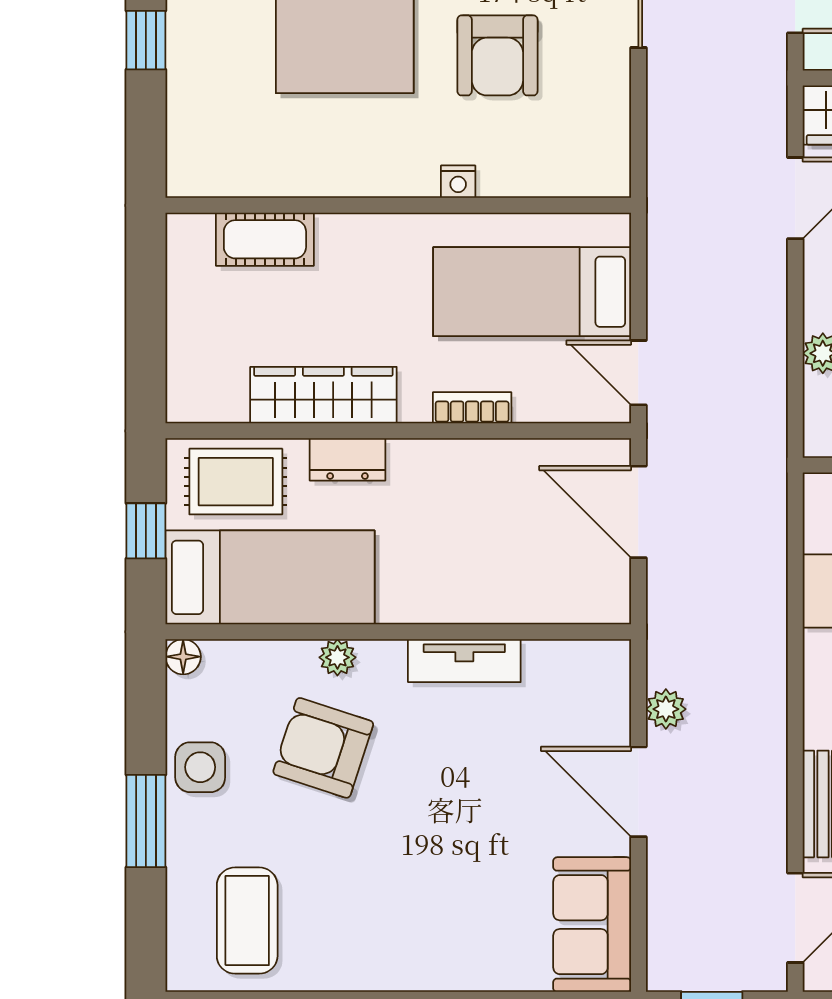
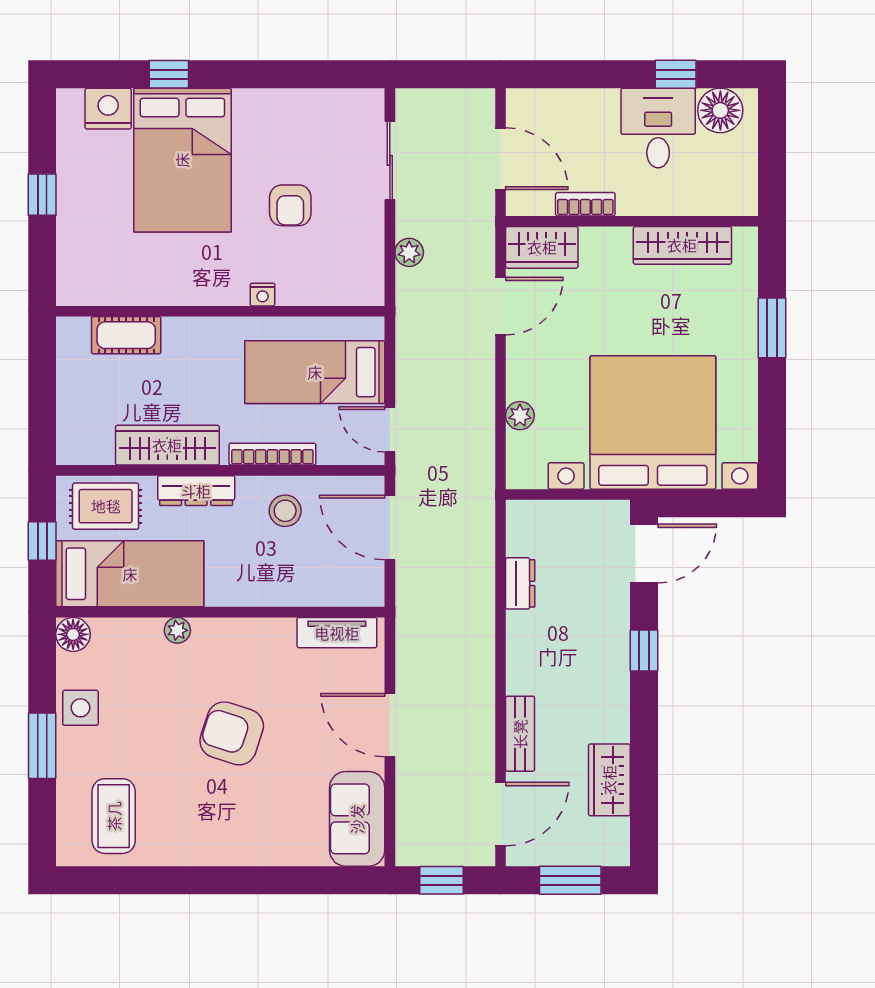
armchair: (497, 55) -> (290, 205), width x0.72, depth x0.72
bookcase: (472, 408) -> (272, 454), width x1.56
dresser: (348, 459) -> (196, 491), width x1.44
stool: (490, 488) -> (285, 511), added
floor lamp: (183, 657) -> (73, 634), width x1.37, depth x1.37
tv unit: (464, 661) -> (337, 633), moved
plant: (666, 709) -> (409, 252), moved
armchair: (323, 748) -> (232, 733), moved

